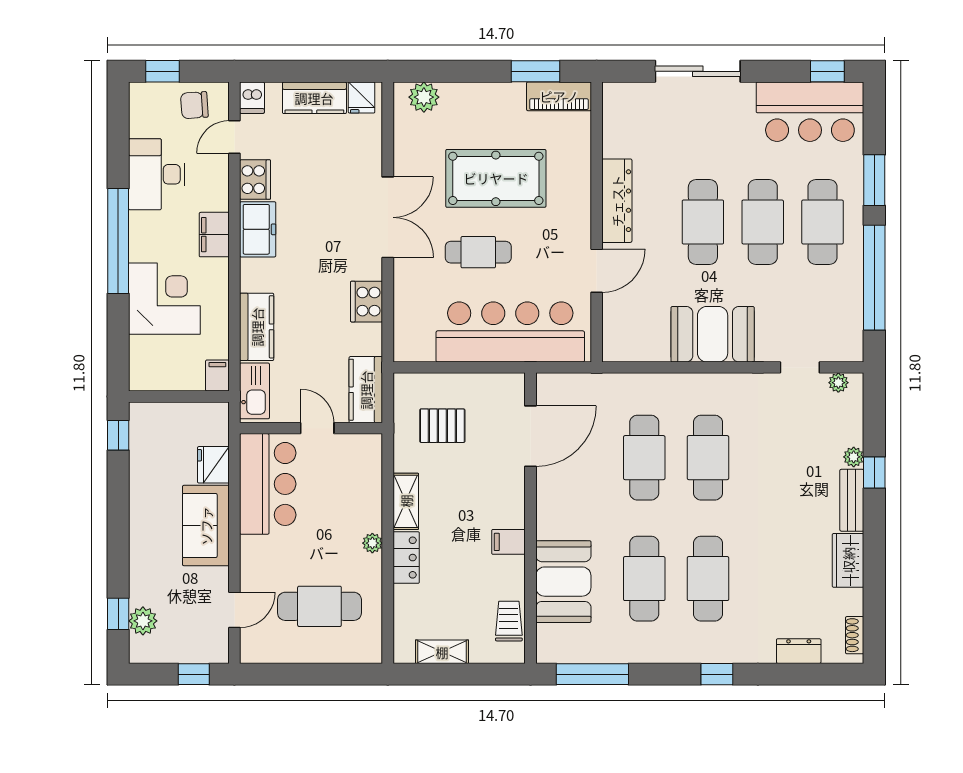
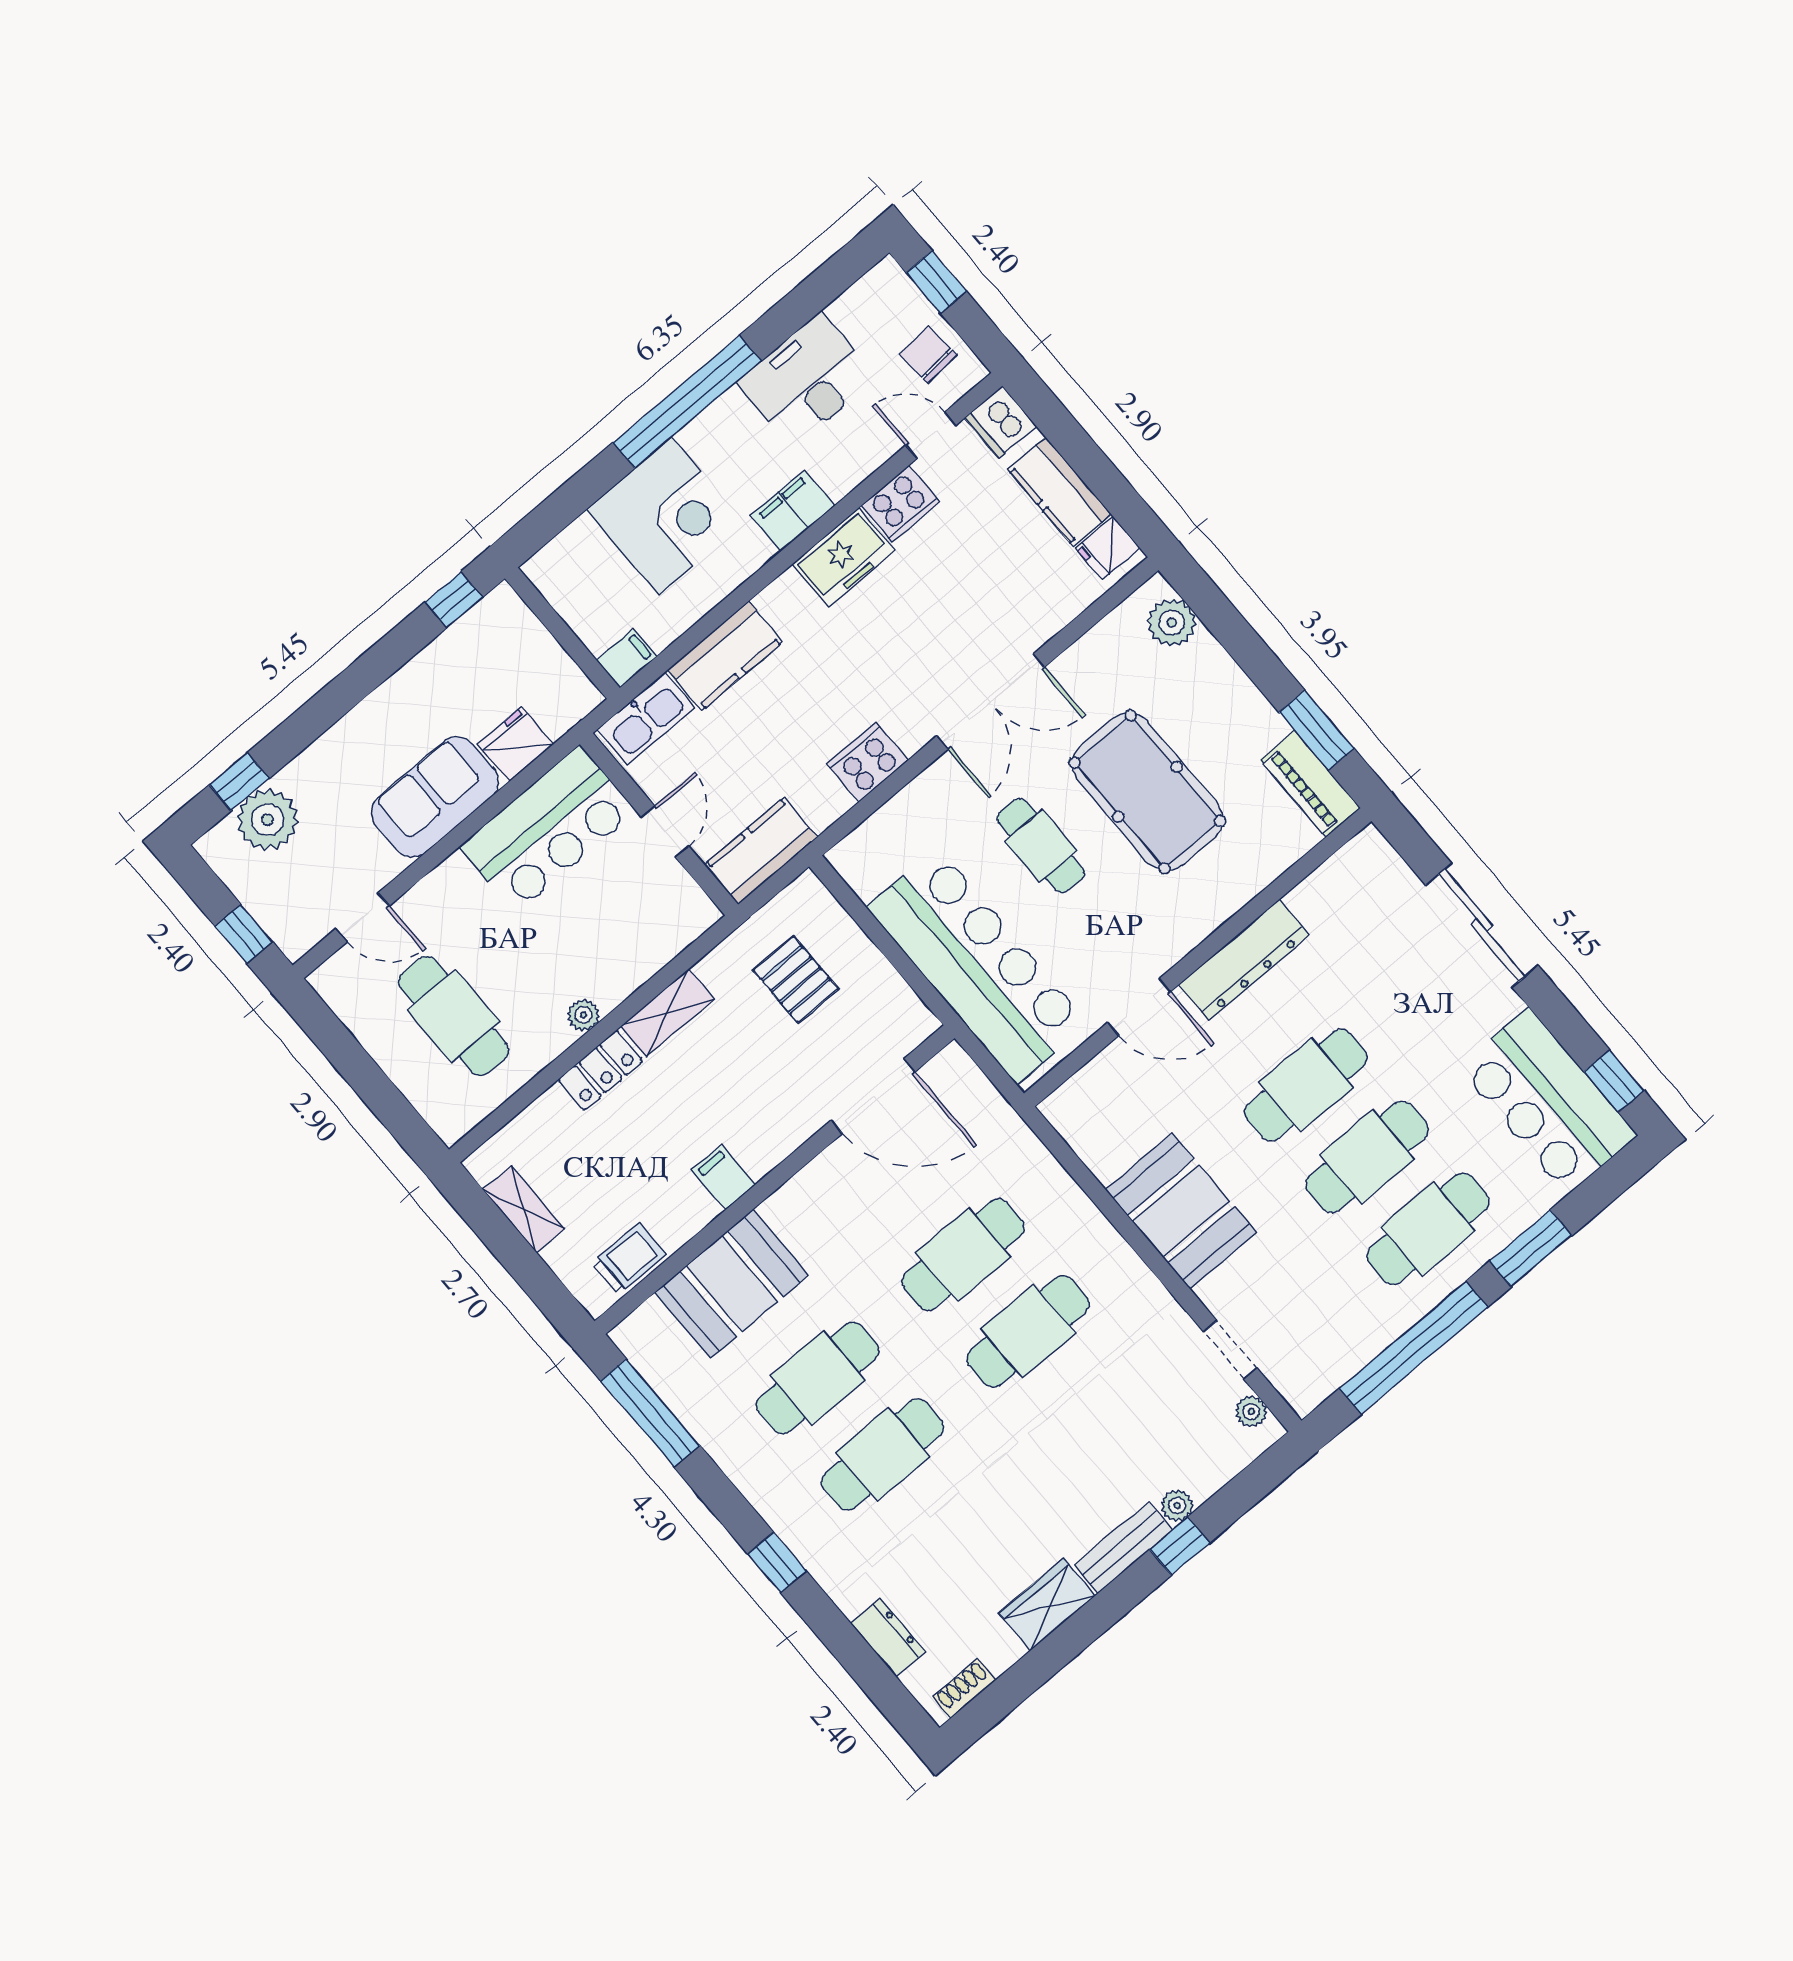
dishwasher: (252, 98) -> (1001, 422), width x1.38
plant: (143, 621) -> (267, 820), width x1.36, depth x1.36

